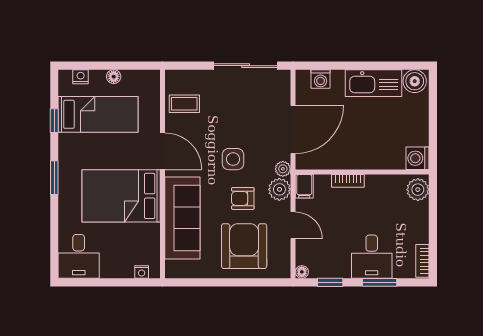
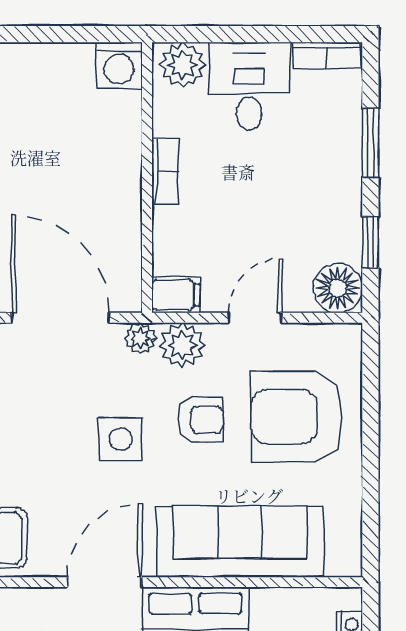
bookcase: (348, 181) -> (165, 171), moved
armchair: (243, 198) -> (201, 420), turned -90
desk: (372, 257) -> (249, 86), moved, turned -90
floor lamp: (302, 272) -> (338, 288), width x1.89, depth x1.89

